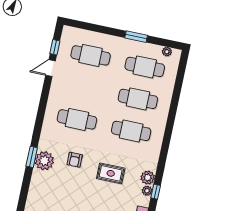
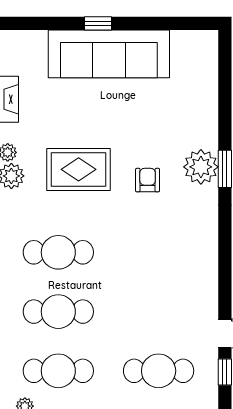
cafe table: (77, 119) -> (159, 252), removed
rug: (111, 173) -> (79, 169), width x1.36, depth x1.43

